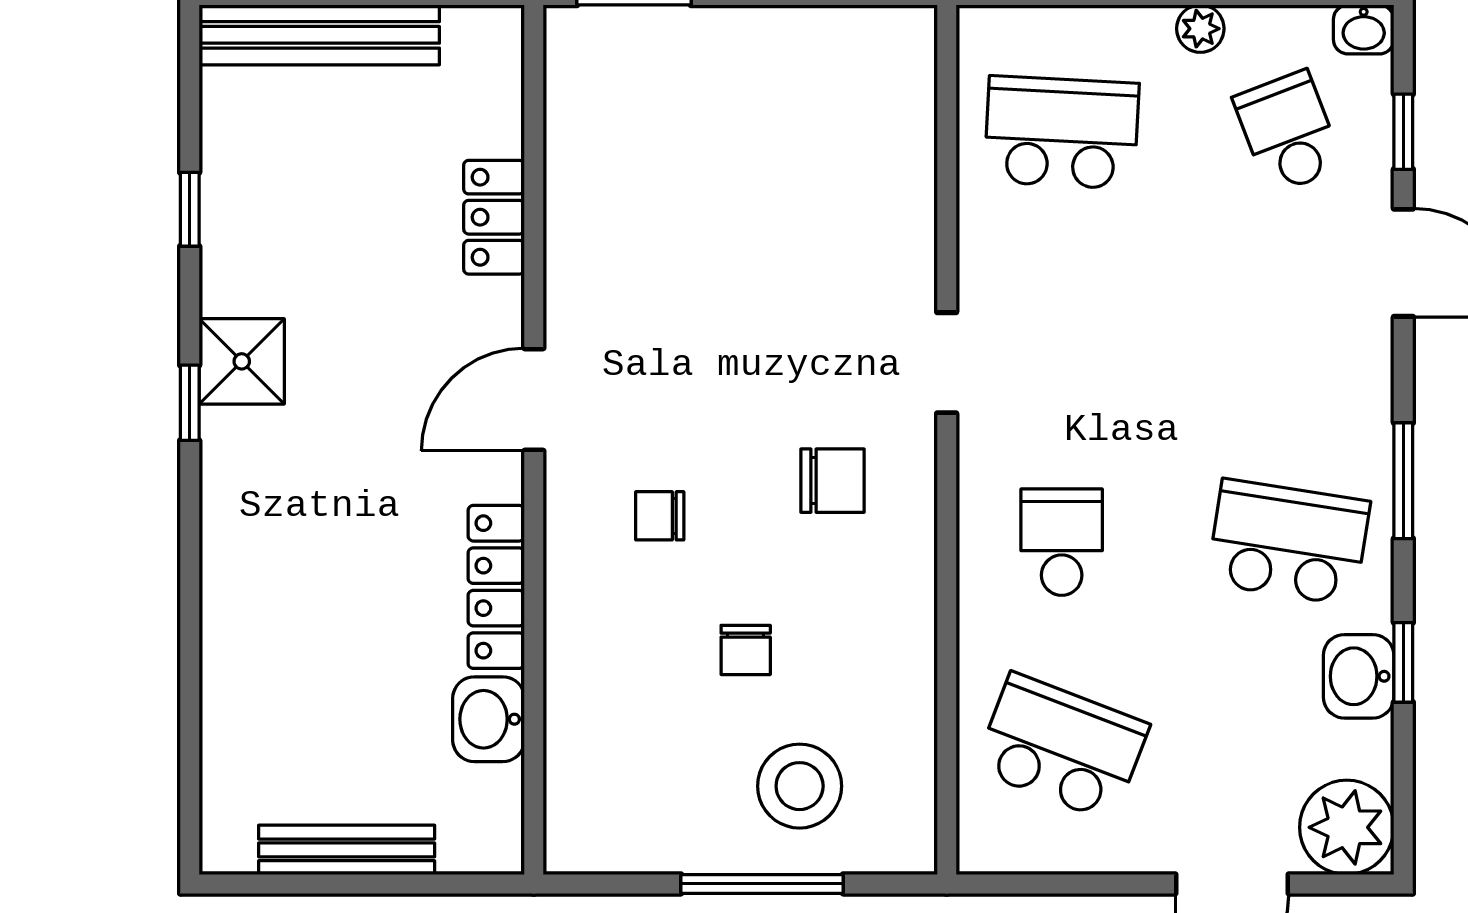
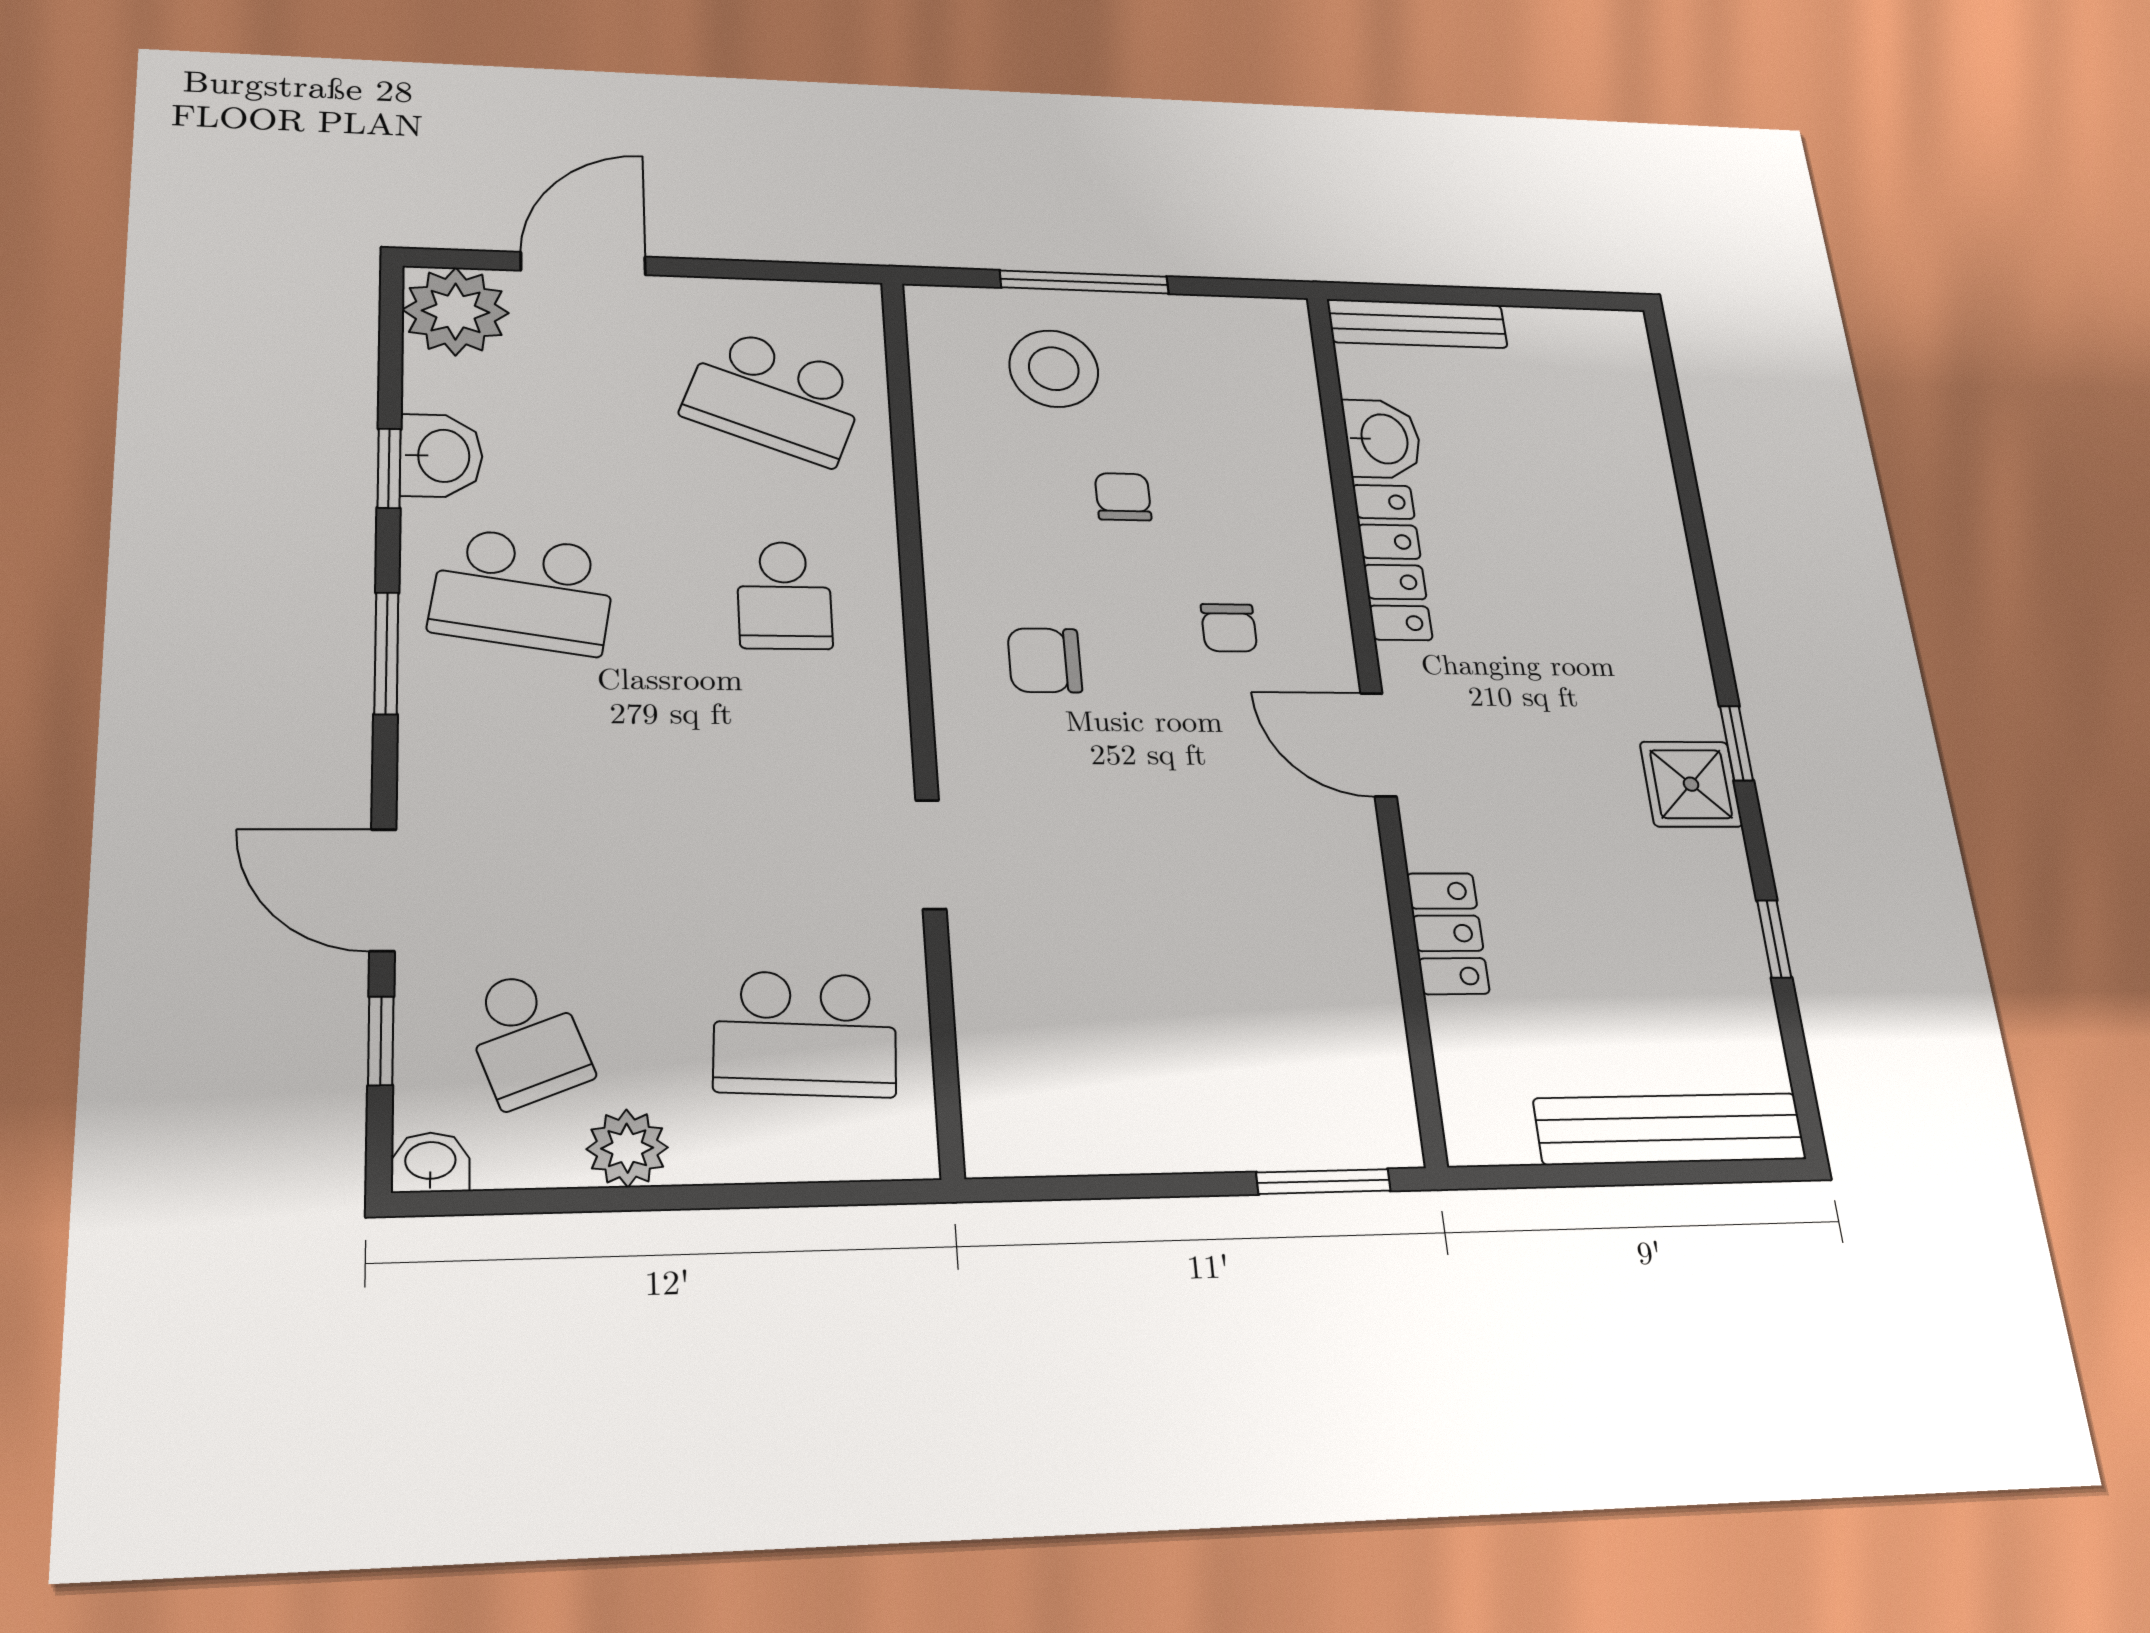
plant: (1200, 29) -> (627, 1148), width x1.38, depth x1.38
doorway: (947, 363) -> (931, 854), moved
door: (534, 399) -> (1378, 745), swing flipped
chair: (660, 516) -> (1229, 628), turned 90
bench: (347, 850) -> (1417, 324), moved

